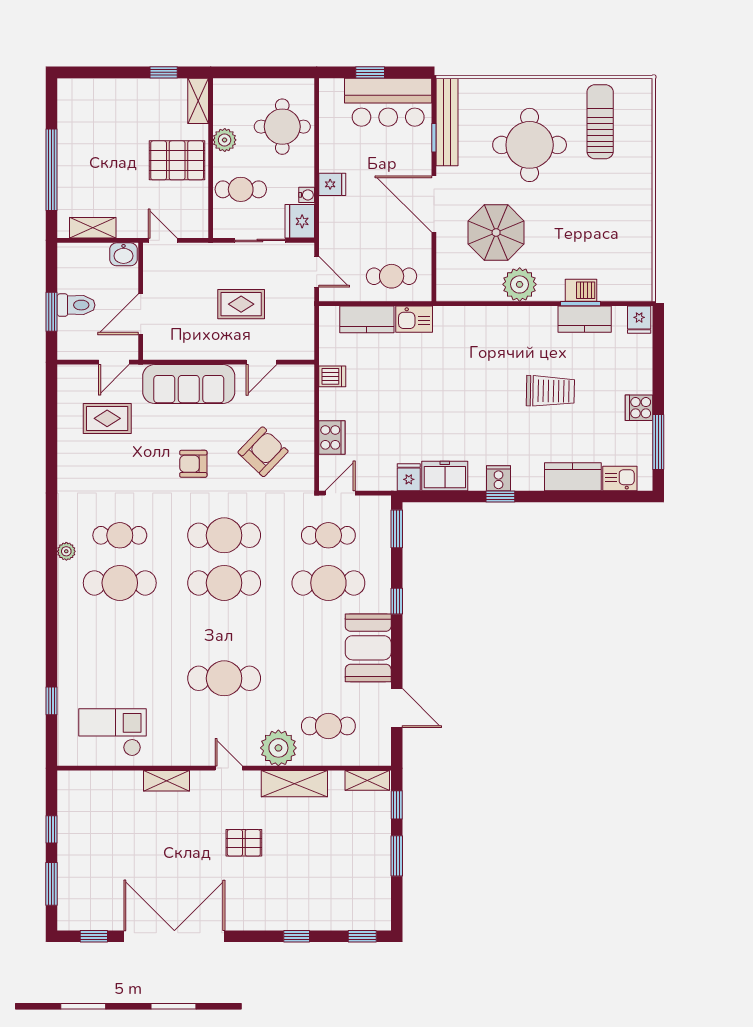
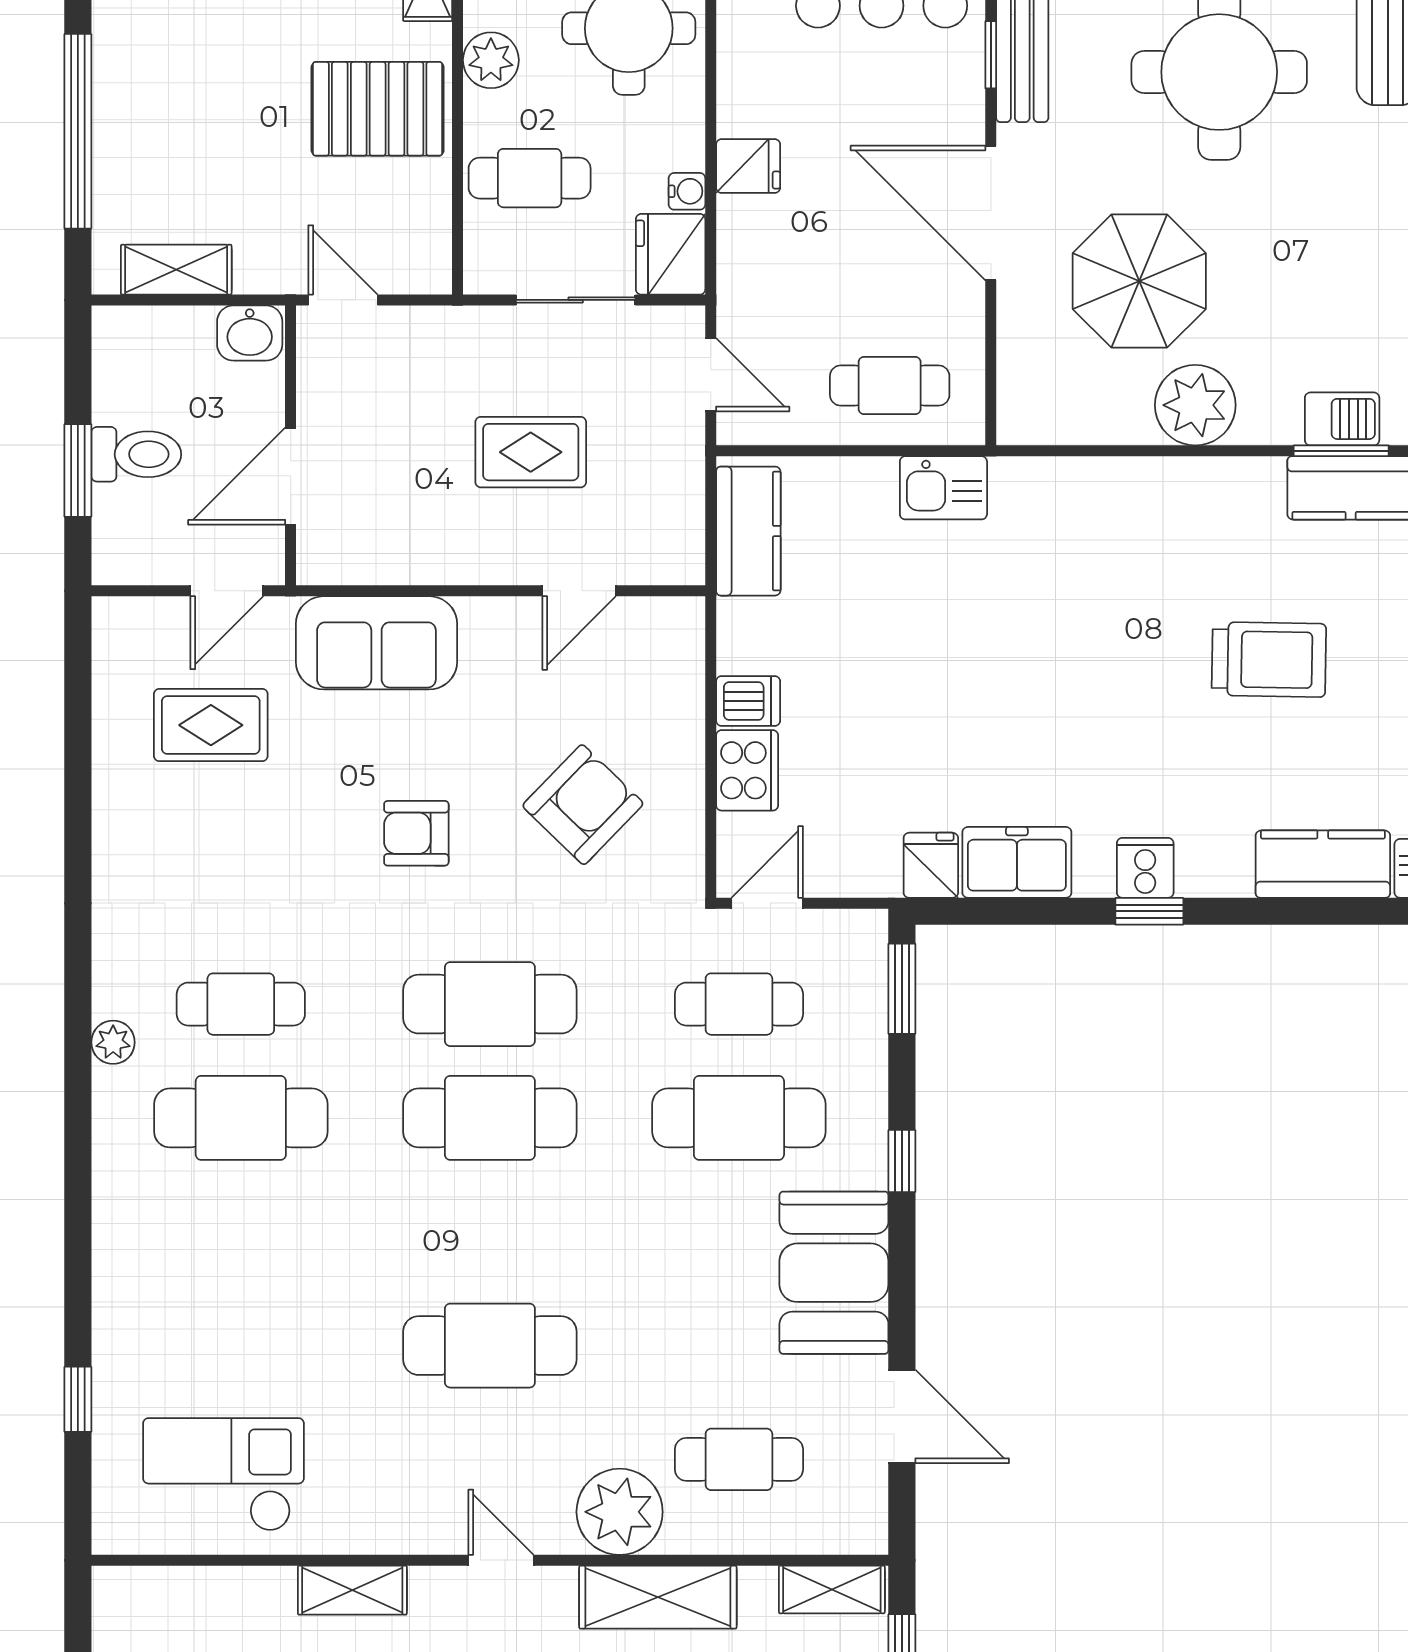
kitchen counter: (367, 319) -> (748, 531), moved, turned -90
dishwasher: (332, 376) -> (748, 701), moved
sofa: (189, 384) -> (376, 643), width x0.73

